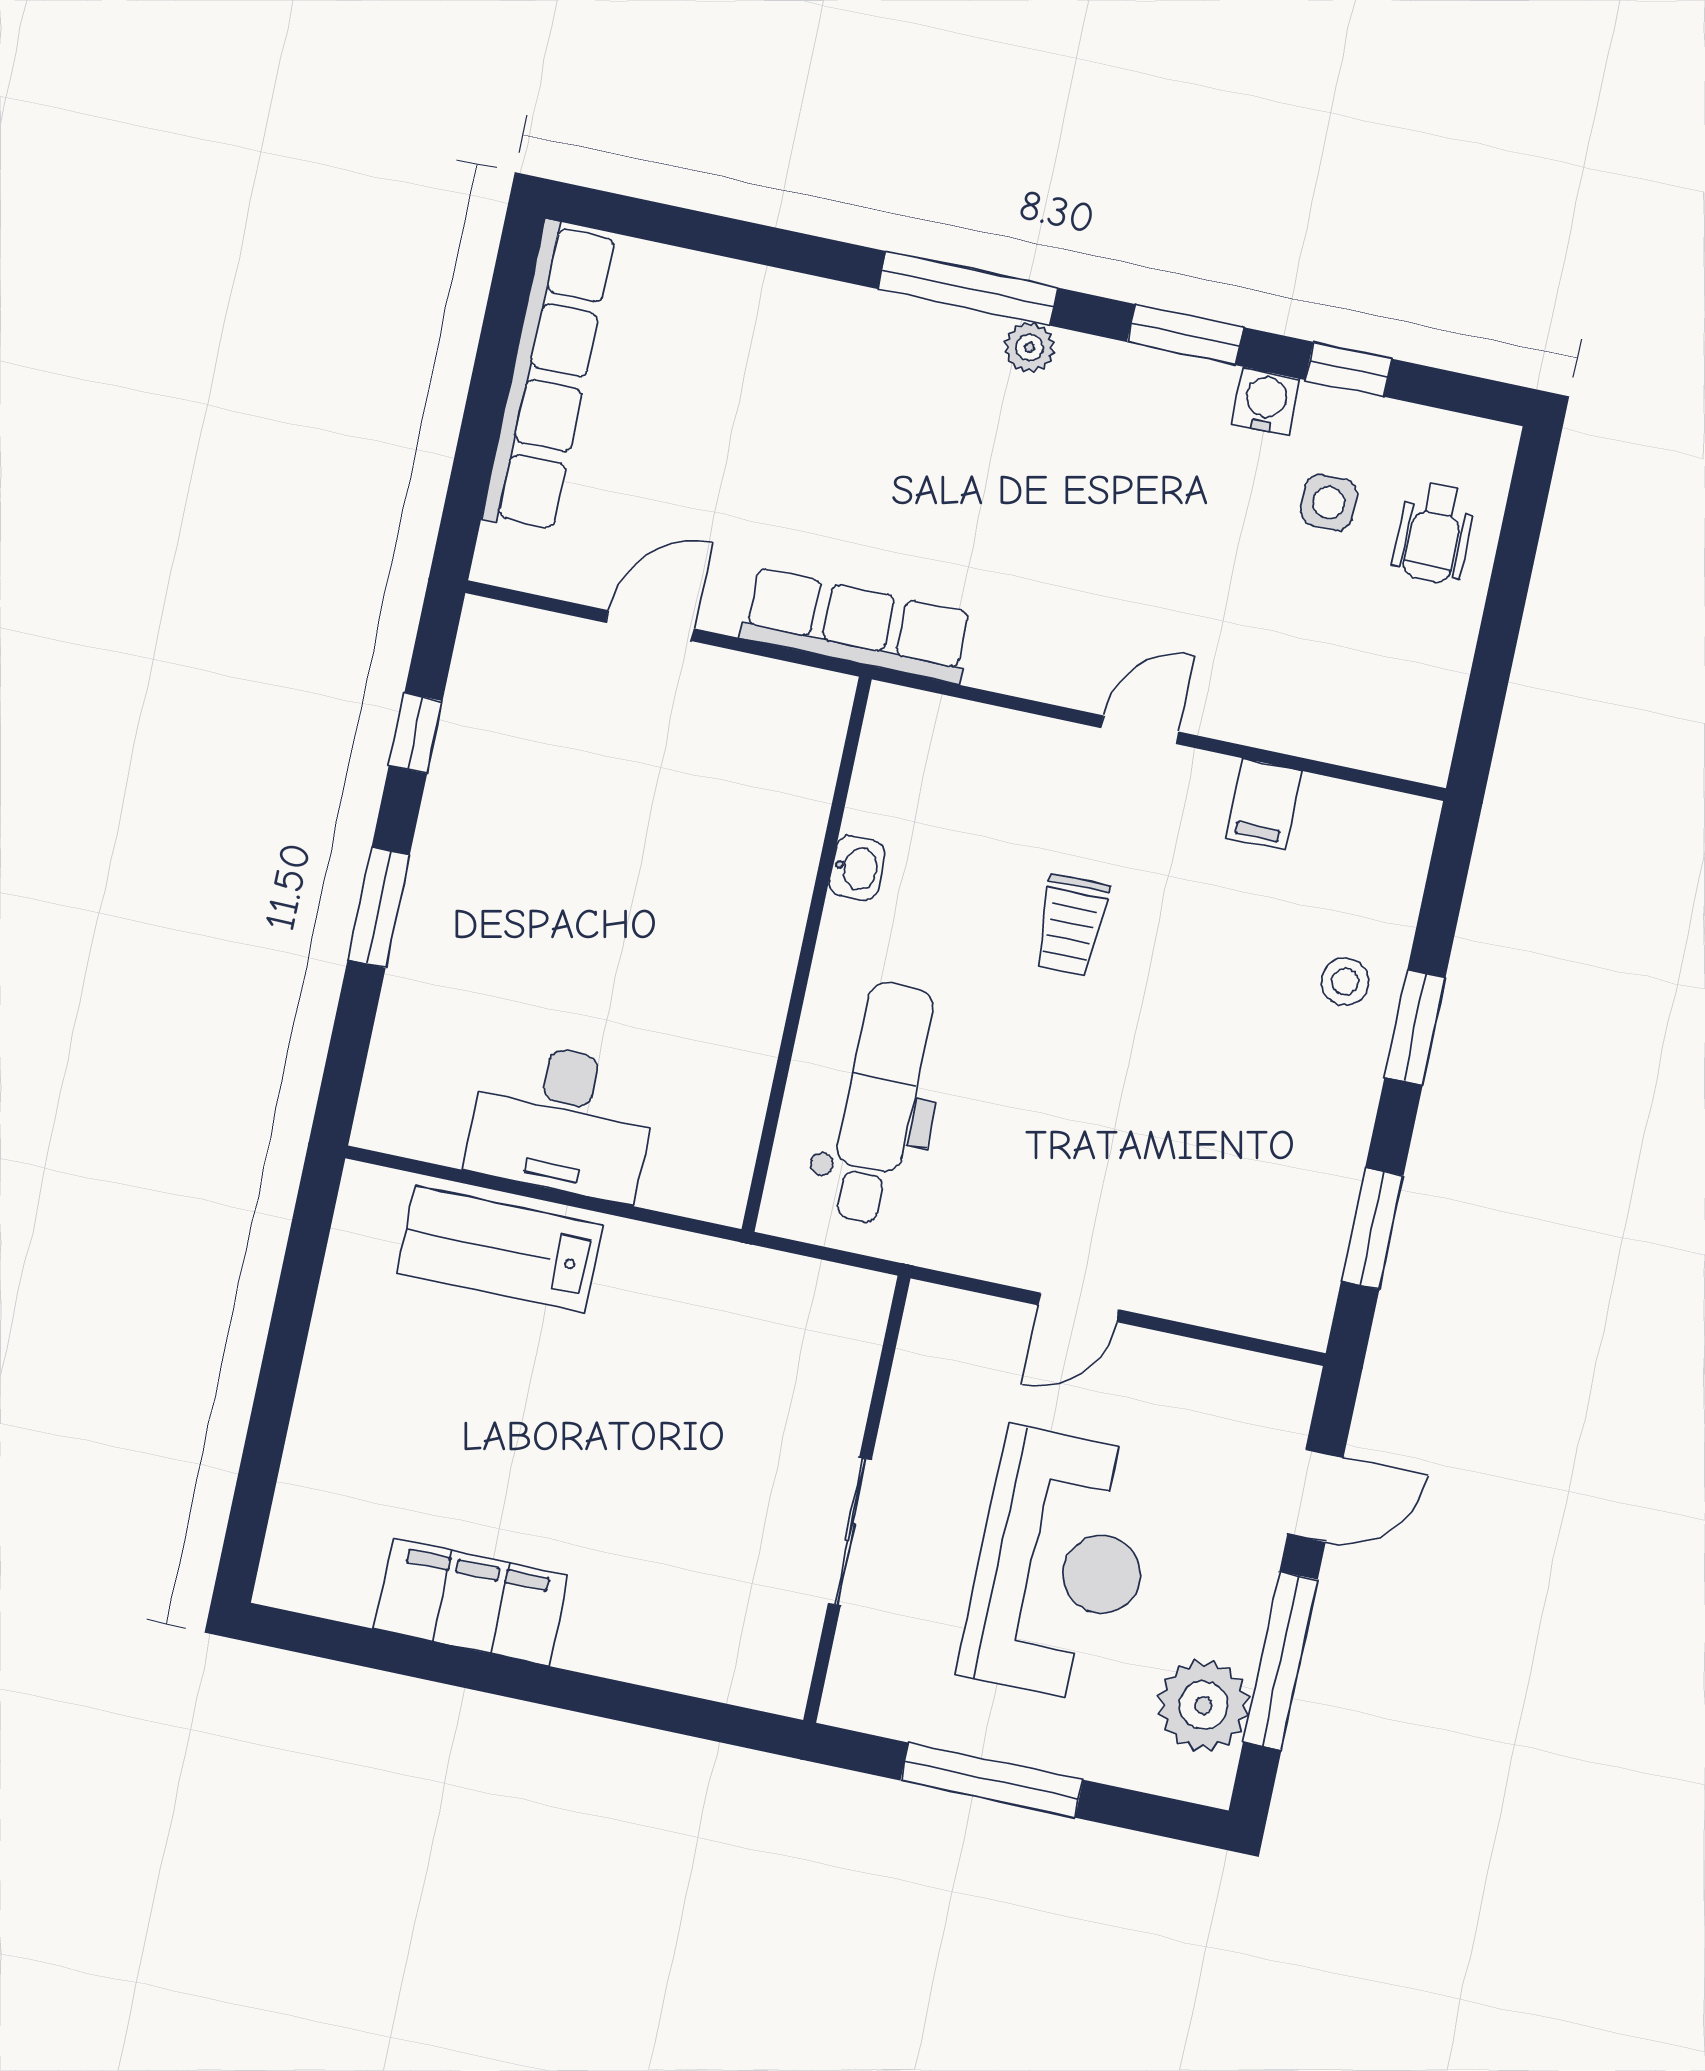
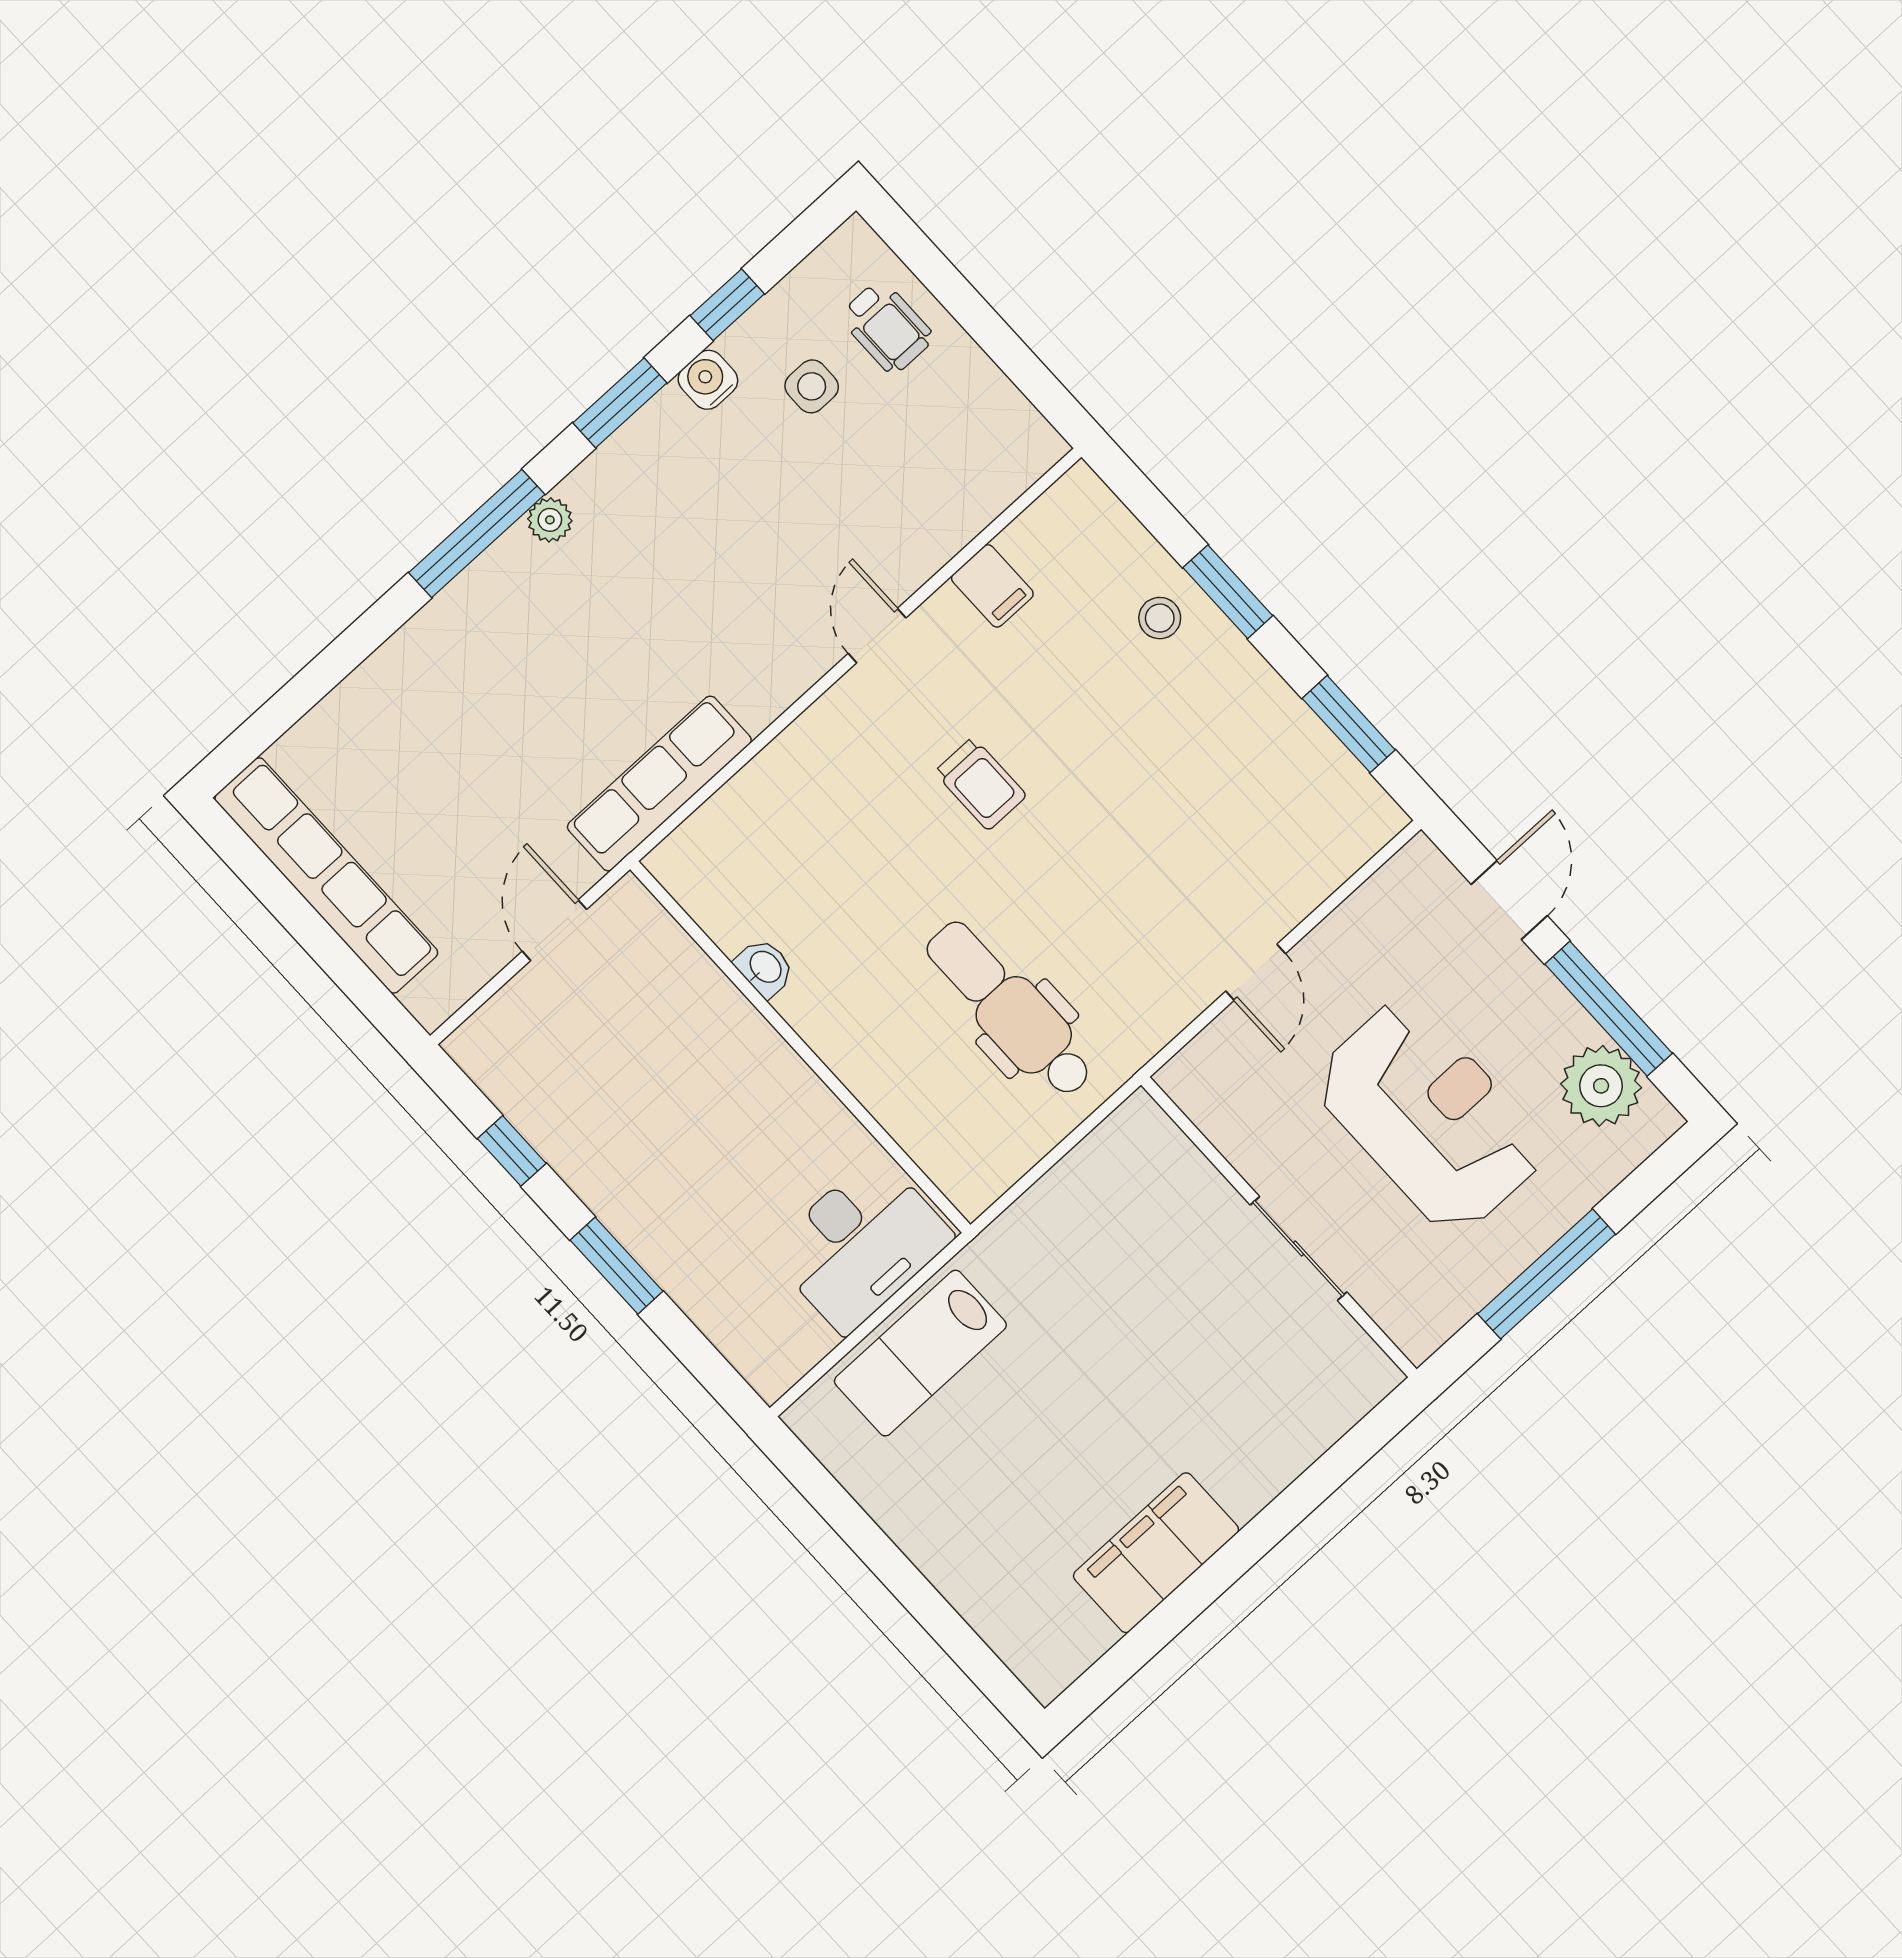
washbasin: (857, 868) -> (765, 968), moved
wall: (807, 954) -> (800, 1047), moved

